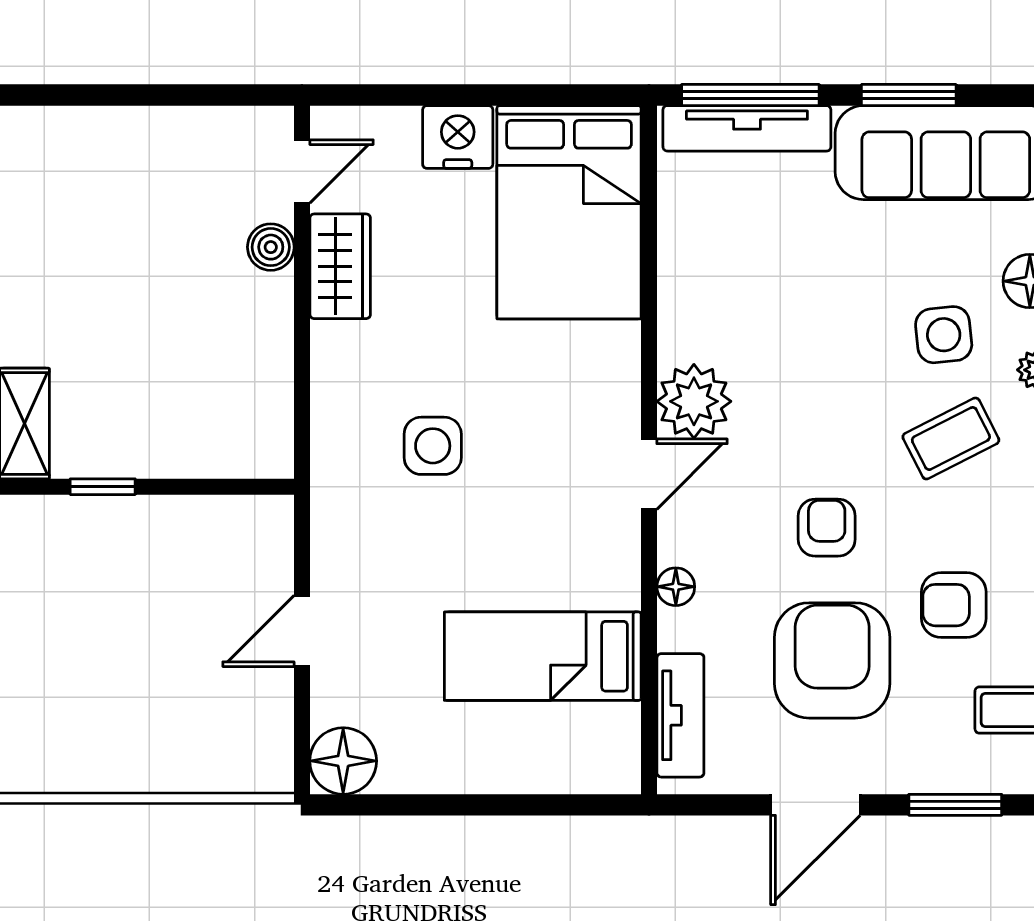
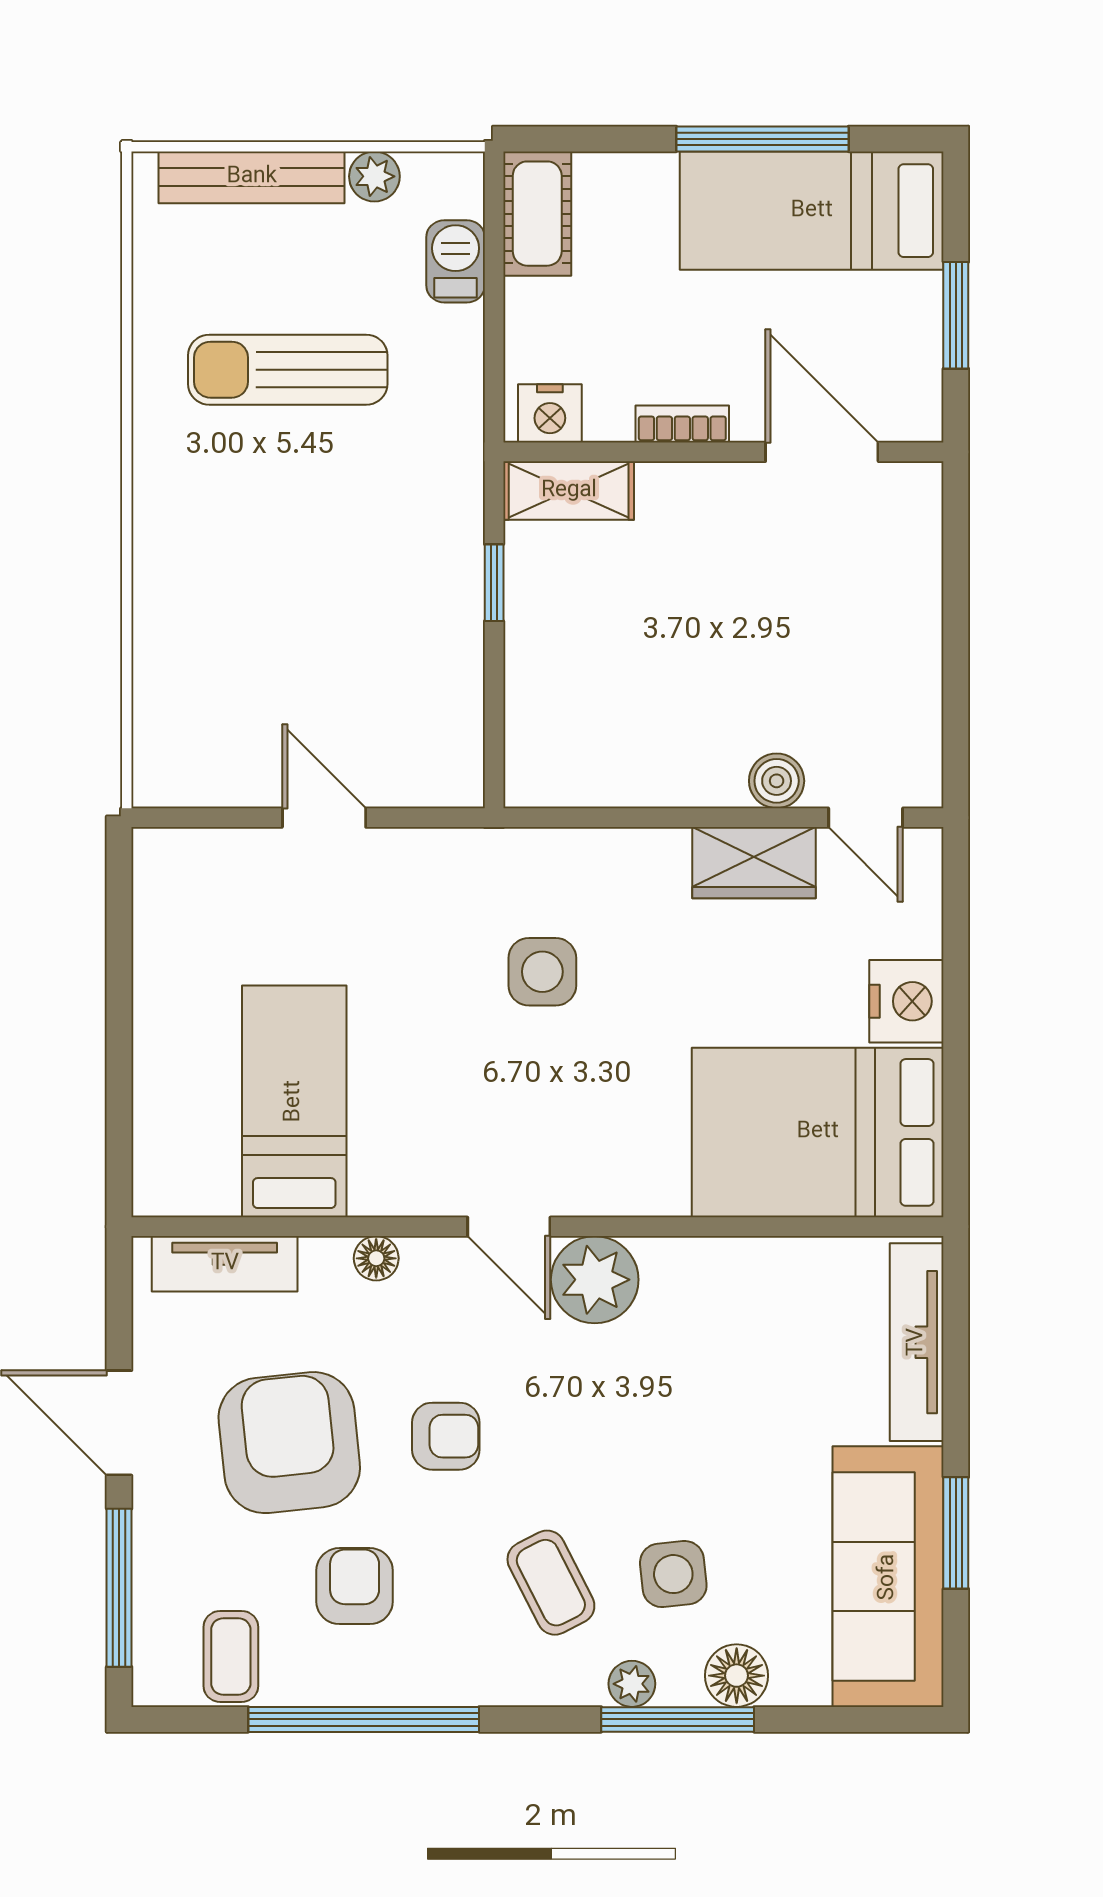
window: (750, 95) -> (956, 1346), removed
armchair: (832, 660) -> (289, 1443), turned -96
floor lamp: (343, 761) -> (171, 866), removed
window: (955, 805) -> (119, 1588), width x1.44

